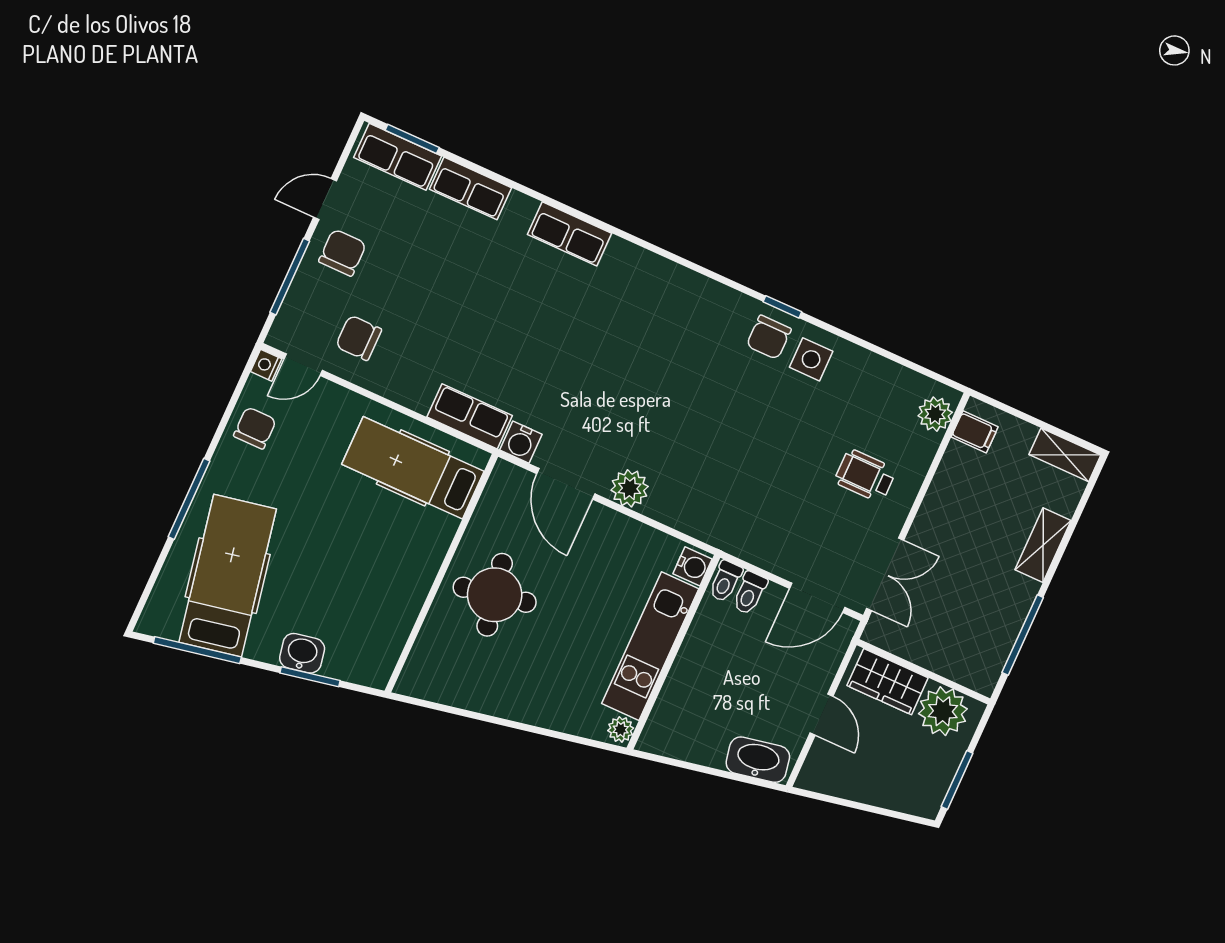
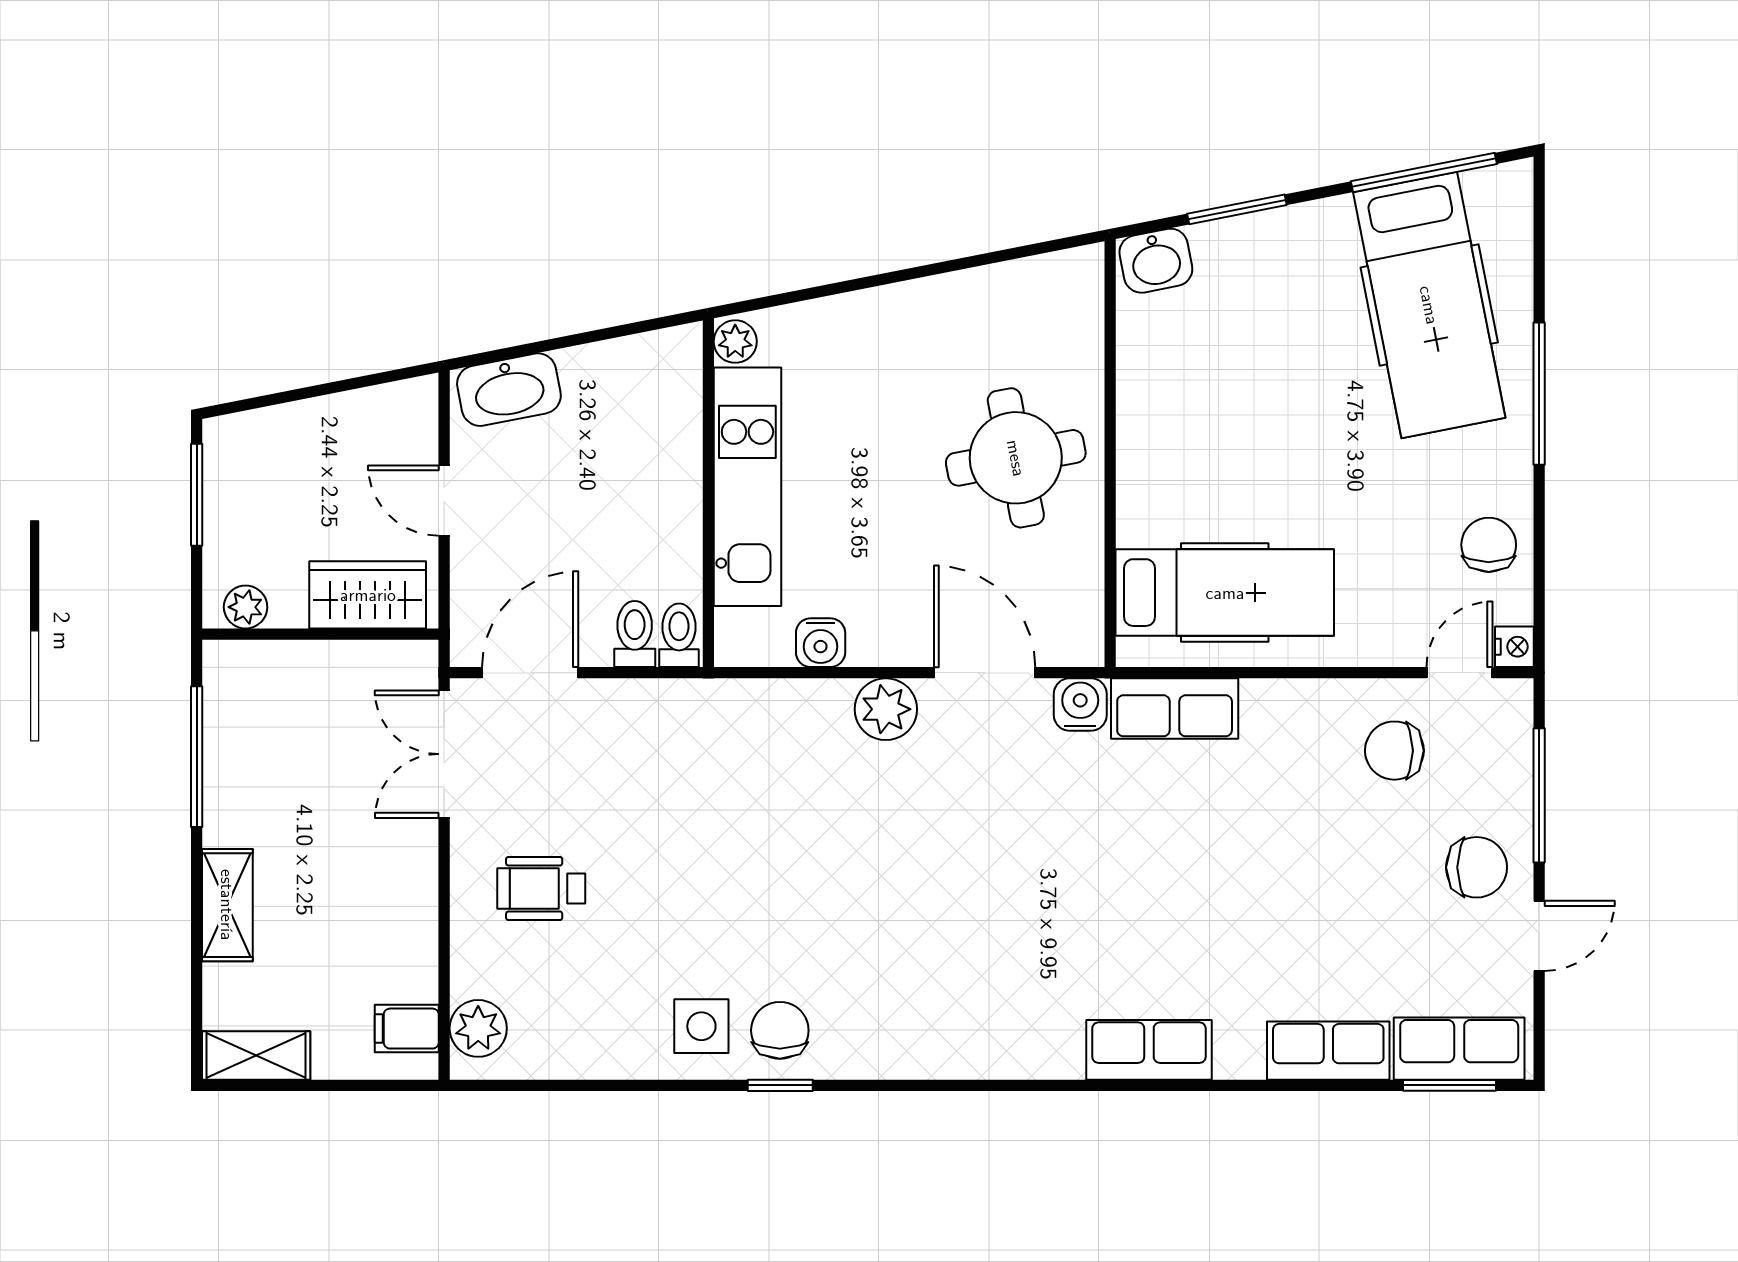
chair: (342, 253) -> (1477, 867), turned -90
chair: (359, 338) -> (1394, 751), turned 180
chair: (255, 428) -> (1489, 545), turned 180
wheelchair: (865, 476) -> (541, 888), turned 180
water cooler: (693, 566) -> (821, 643), moved, turned -90
washbasin: (302, 653) -> (1156, 261), moved
plant: (943, 711) -> (246, 607), width x0.53, depth x0.53

